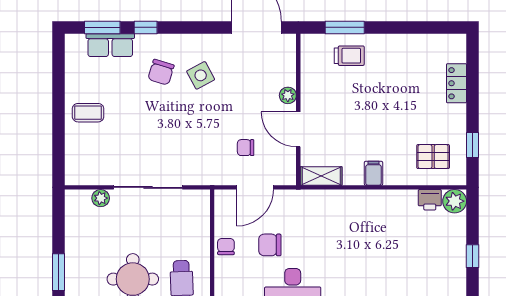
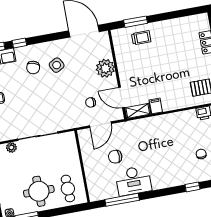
plant: (288, 95) -> (105, 68), width x1.88, depth x1.88
door: (298, 129) -> (121, 97), moved
filing cabinet: (373, 173) -> (156, 106), moved
chair: (226, 247) -> (201, 154), moved

